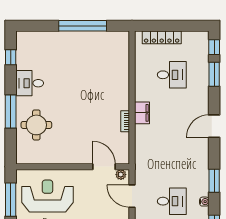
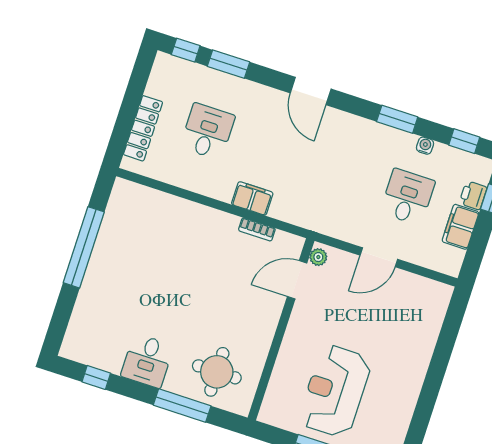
wall: (73, 167) -> (281, 329), moved
door: (104, 167) -> (297, 280), moved
plant: (121, 175) -> (318, 257), moved

